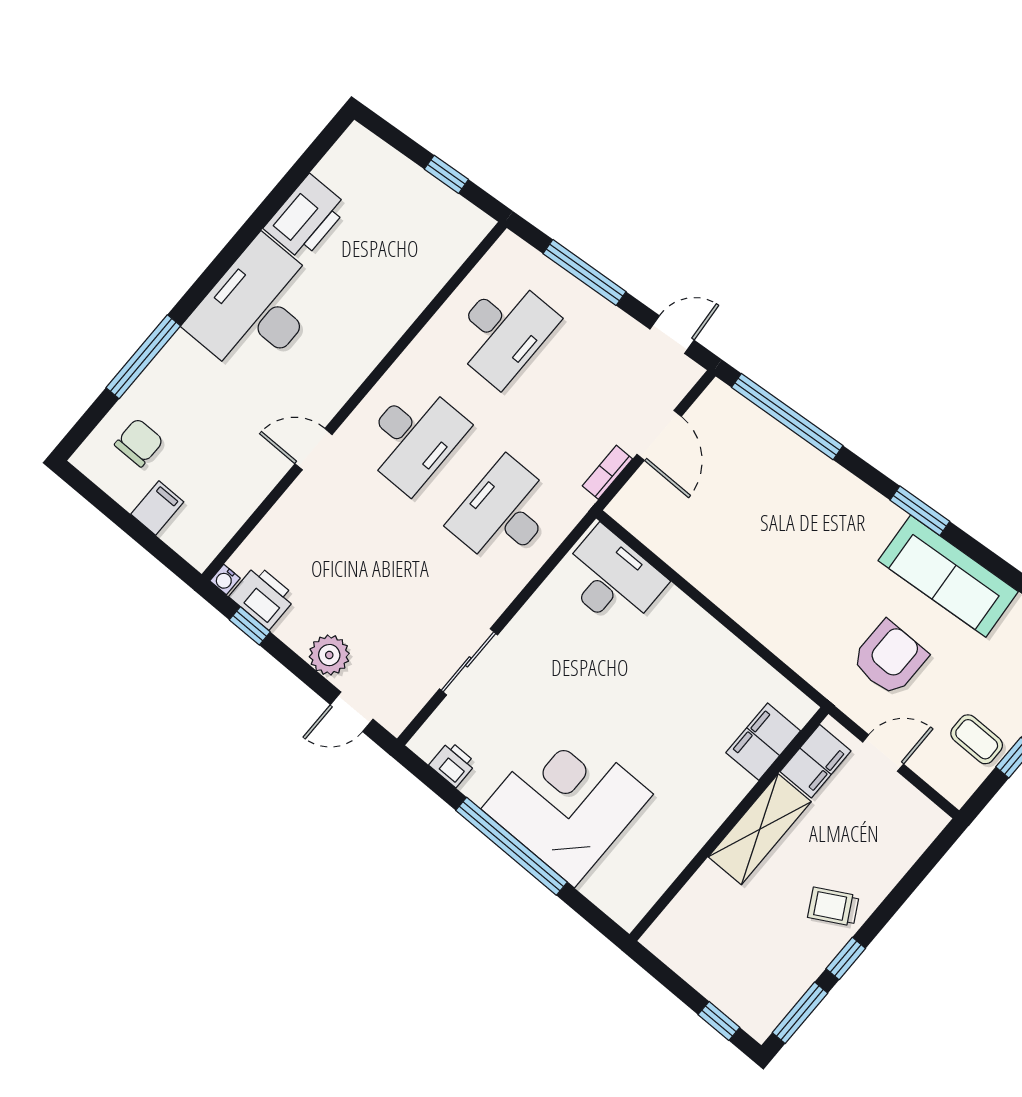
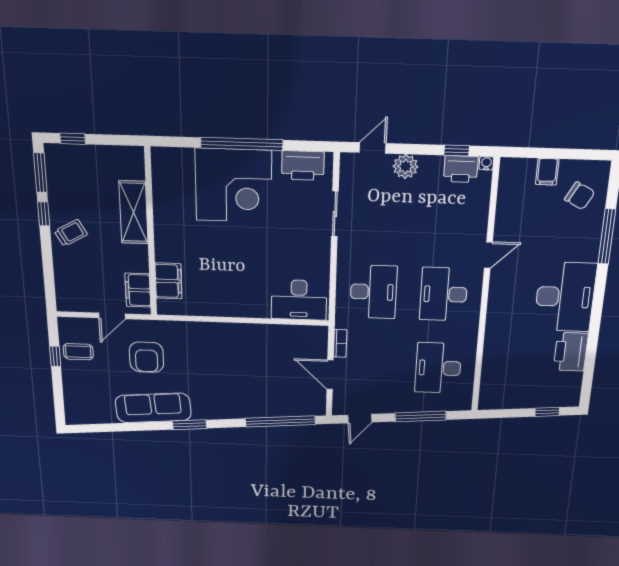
window: (446, 174) -> (547, 412), moved
chair: (139, 443) -> (580, 196), turned -62
printer: (453, 764) -> (303, 166), width x1.87, depth x1.48
shelving: (760, 829) -> (134, 212), moved

